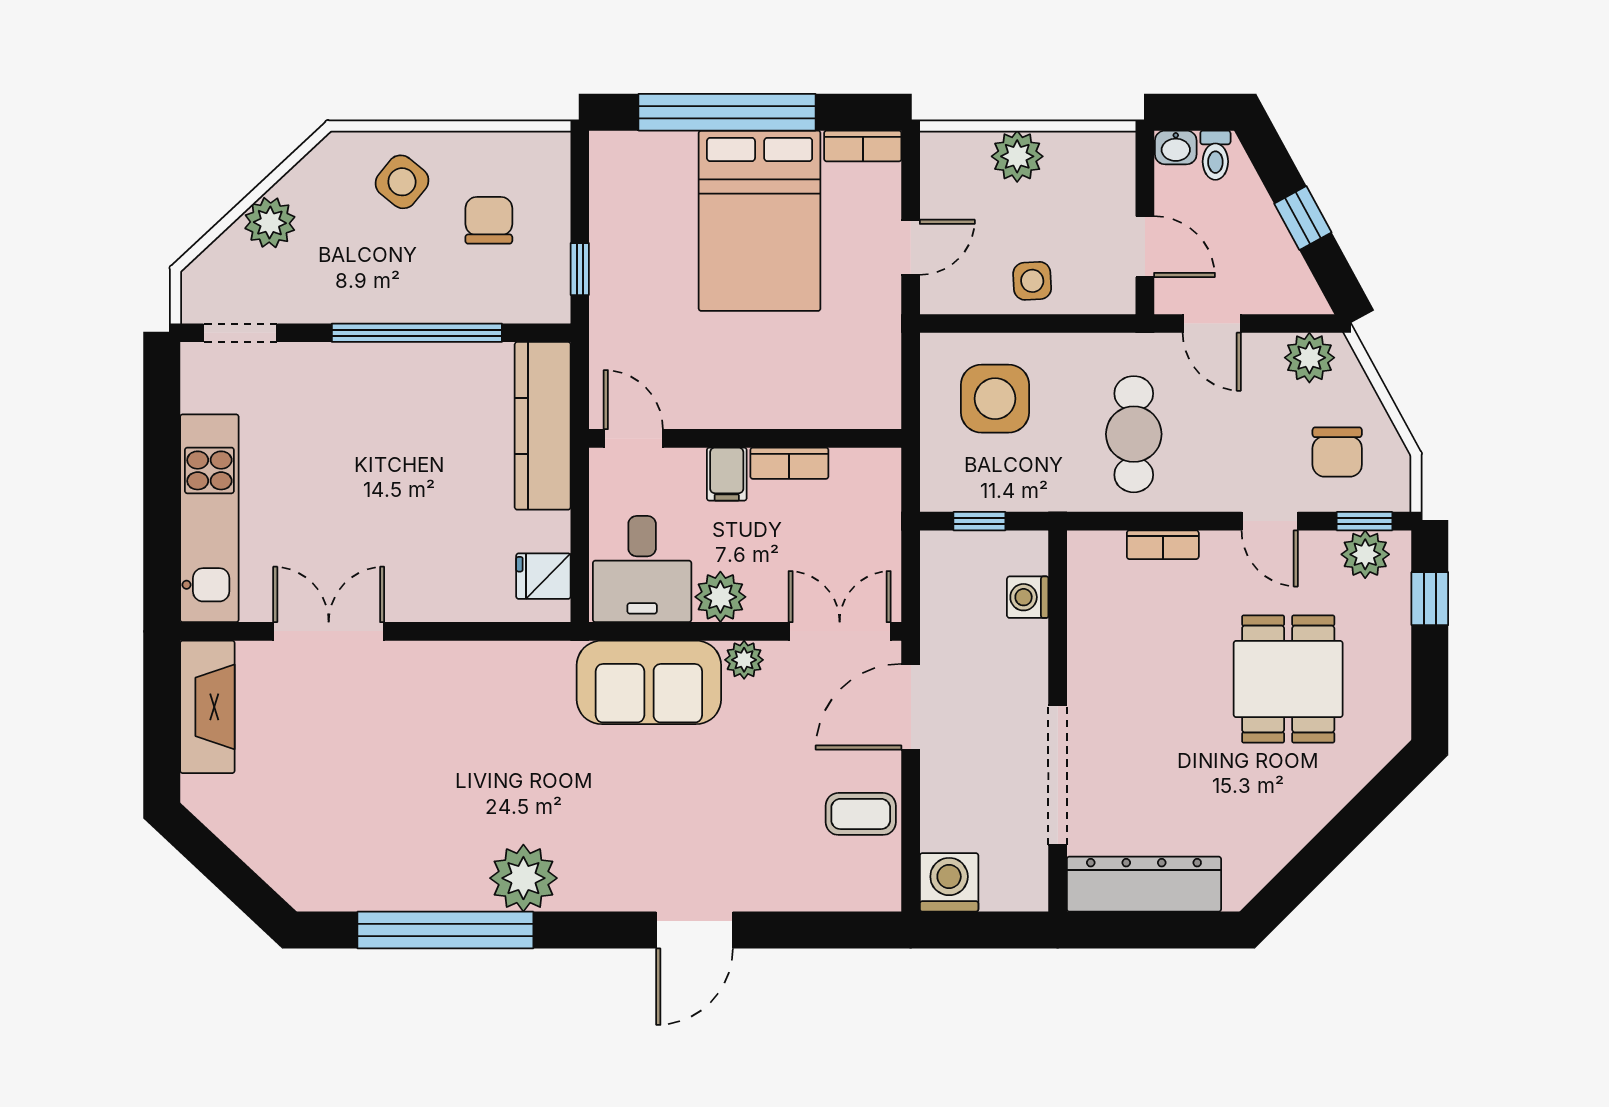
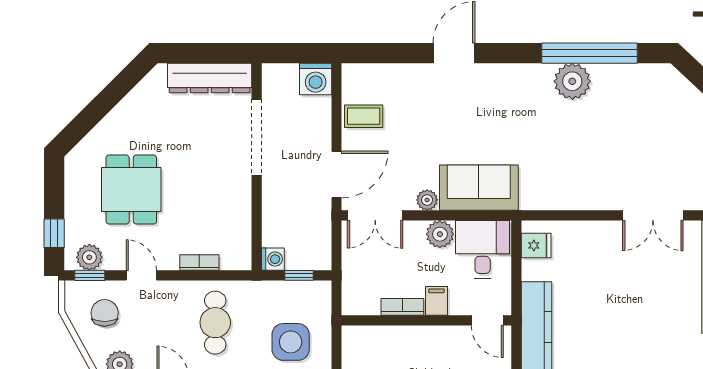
washing machine: (1028, 597) -> (273, 259), moved
plant: (523, 878) -> (572, 81), moved

